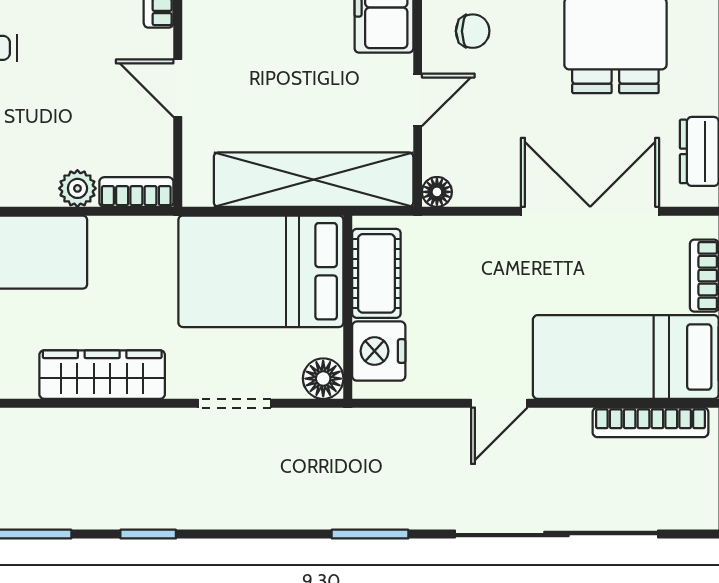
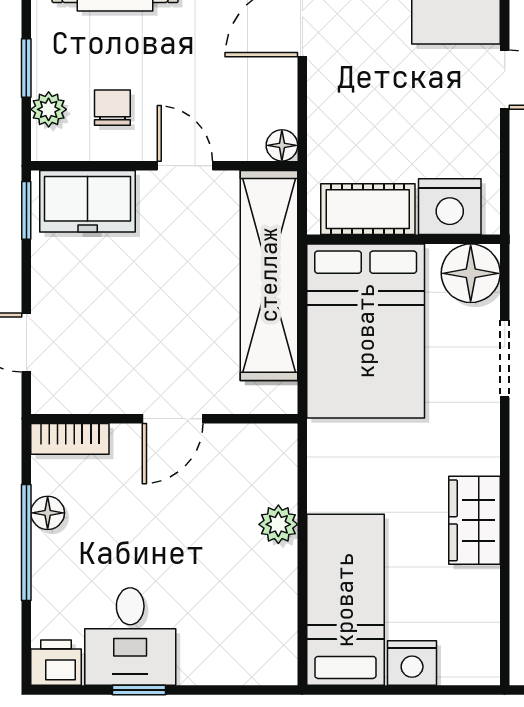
bookcase: (136, 192) -> (282, 462), removed
wardrobe: (102, 375) -> (475, 520), width x0.67
floor lamp: (323, 379) -> (471, 273), width x1.38, depth x1.38

